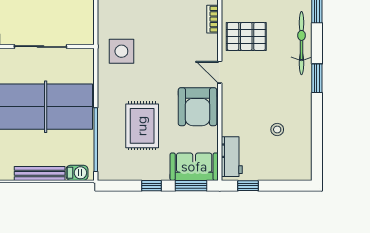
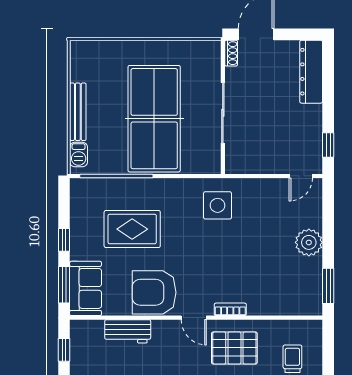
bookcase: (212, 19) -> (230, 309), moved
pallet: (246, 36) -> (234, 348), turned 90
door: (220, 72) -> (194, 318), swing flipped
workbench: (232, 157) -> (128, 331), moved

